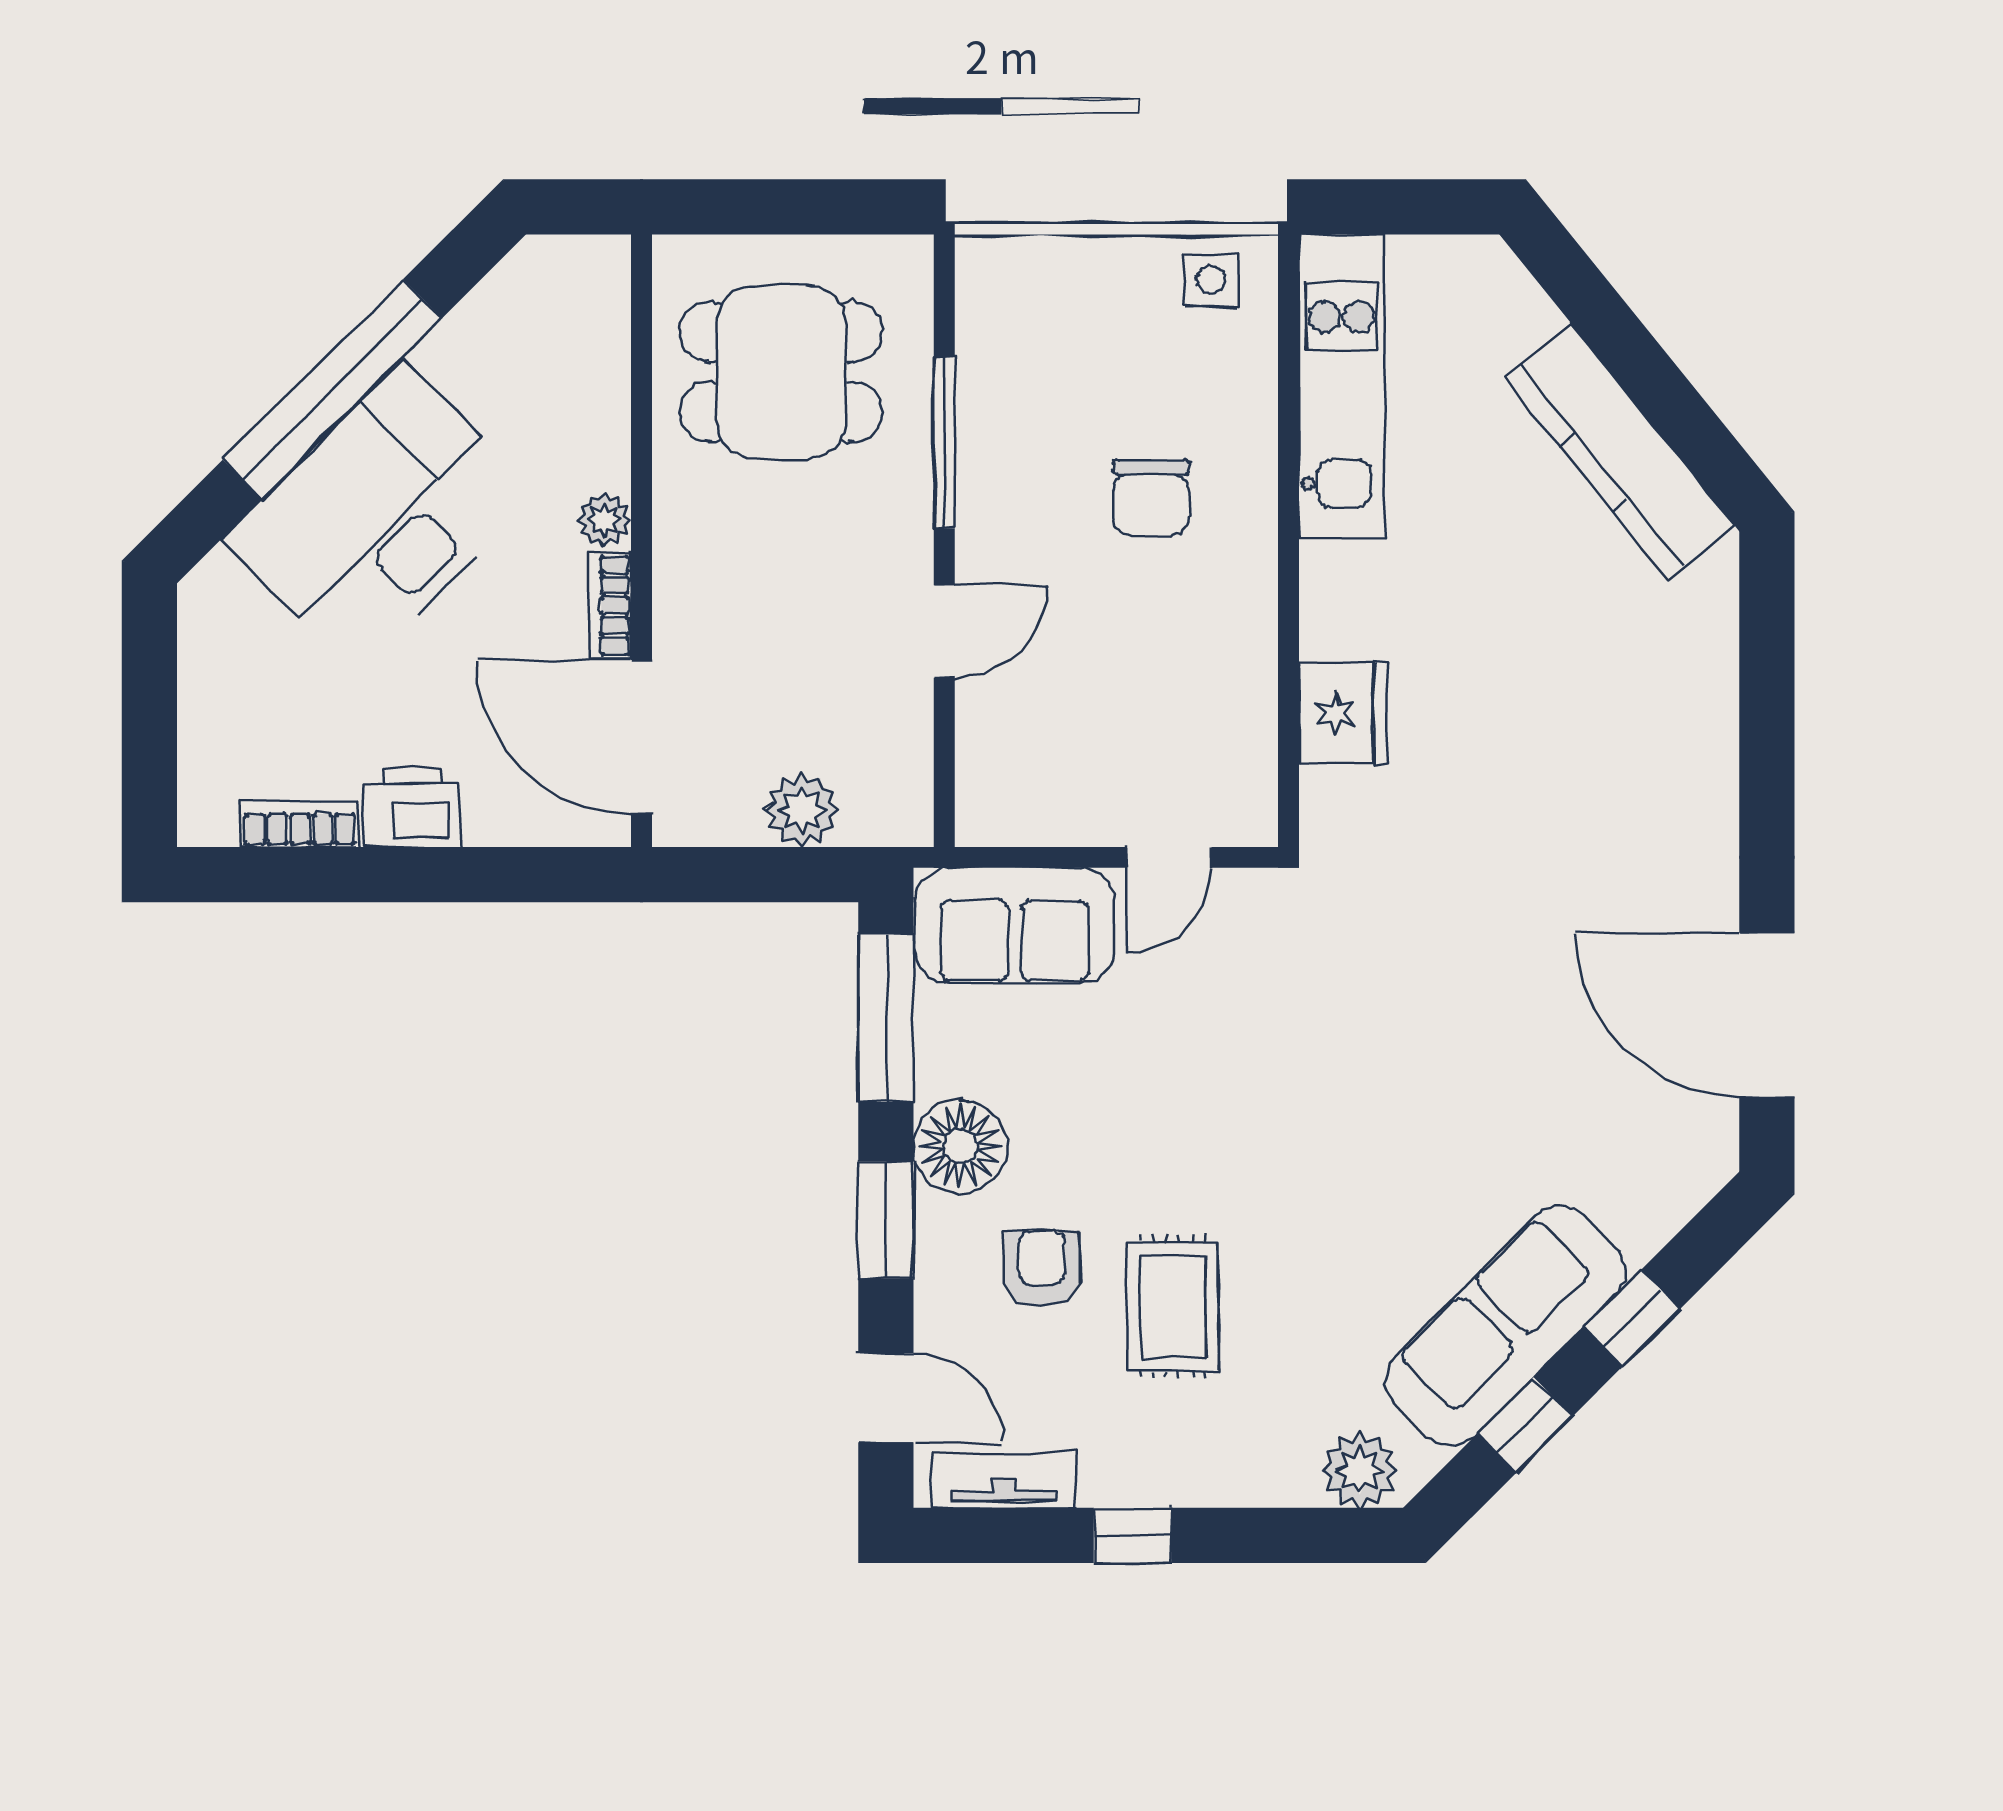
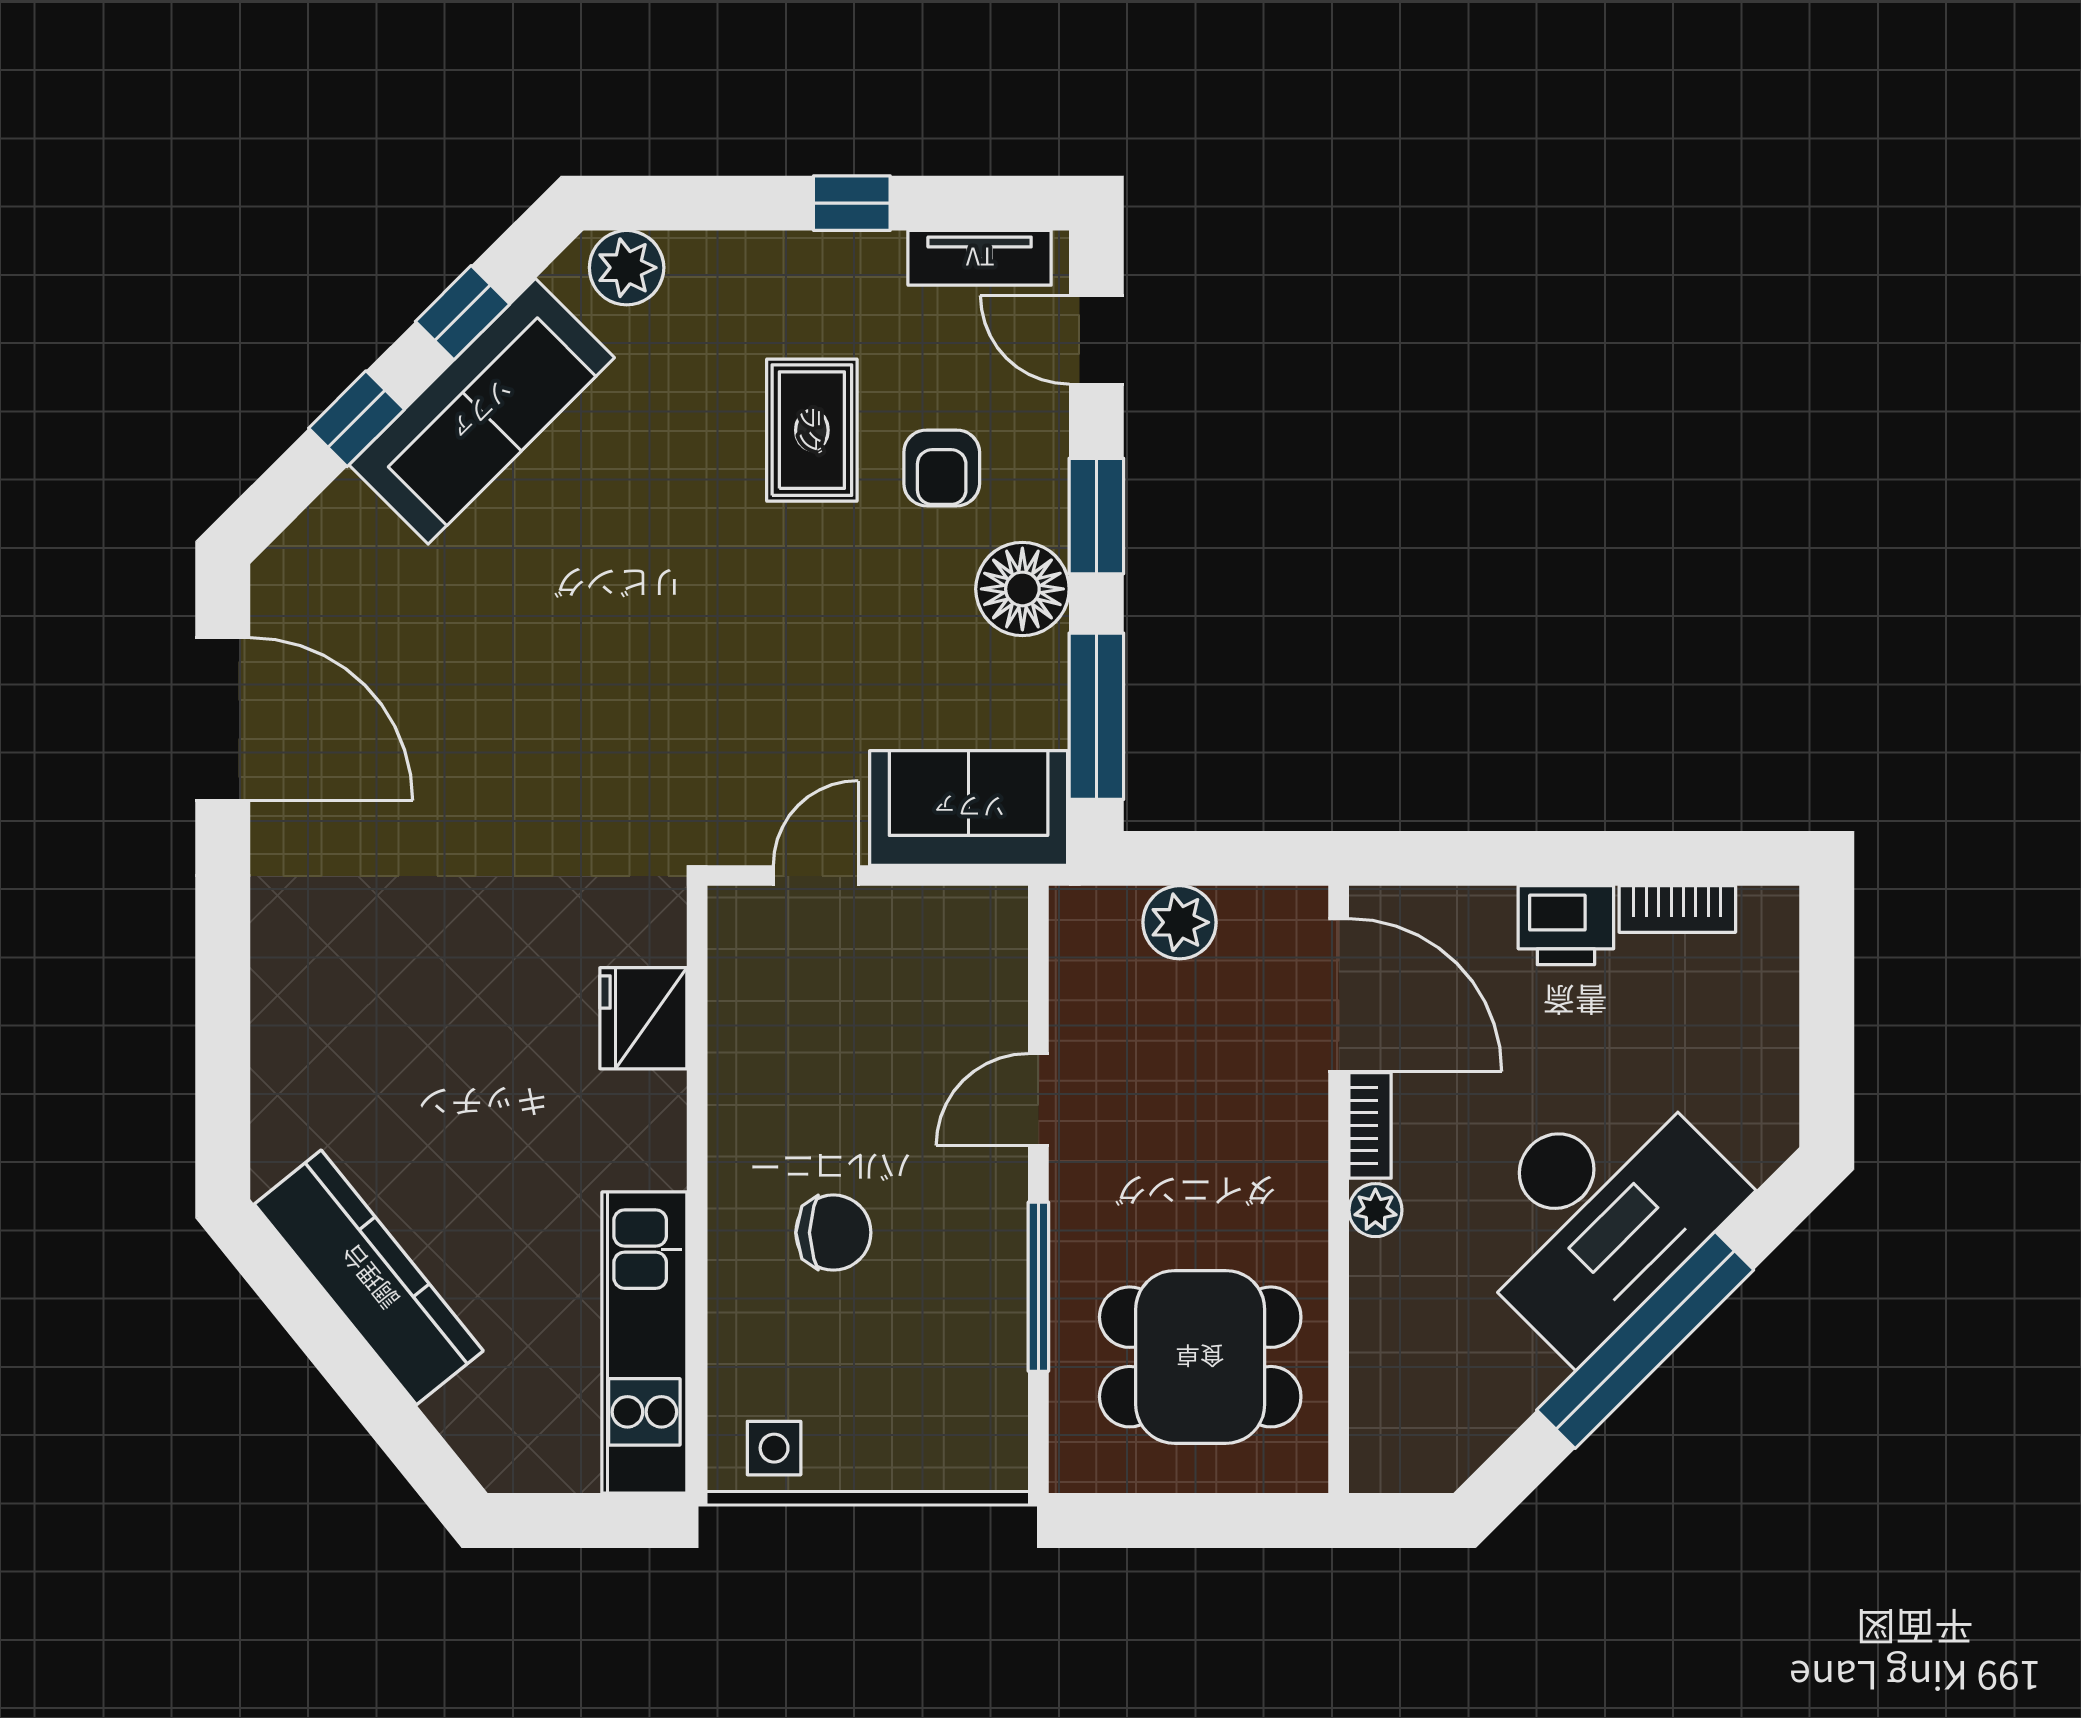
chair: (1151, 497) -> (833, 1233), turned 90

